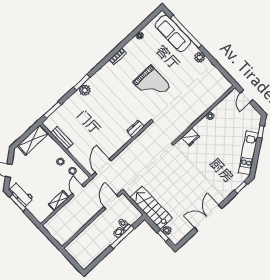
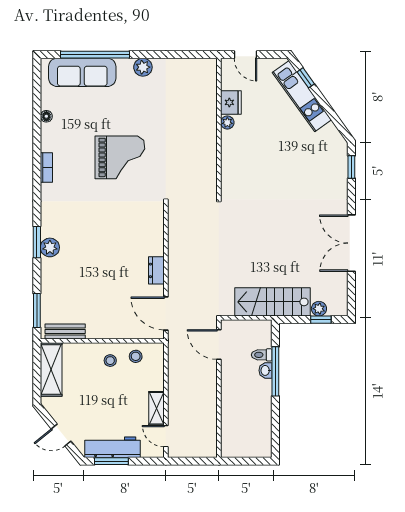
dresser: (135, 129) -> (156, 270), moved
fridge: (191, 137) -> (231, 102), moved
bench: (62, 138) -> (65, 331), moved
kitchen unit: (248, 153) -> (302, 96), moved
door: (78, 190) -> (166, 436), moved
workbench: (21, 194) -> (112, 447), width x1.38

